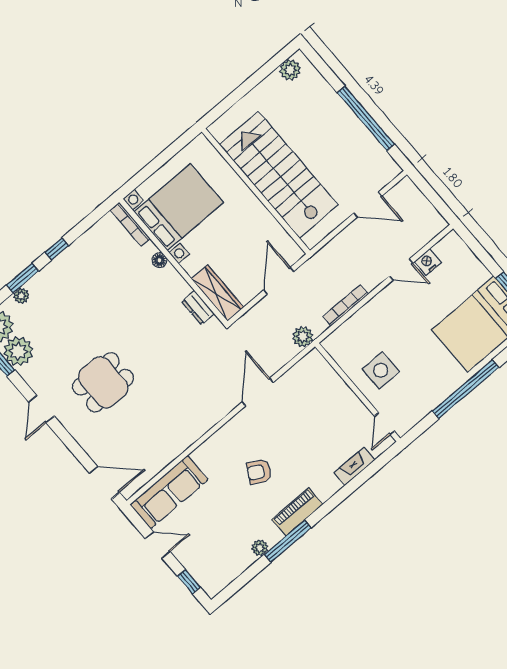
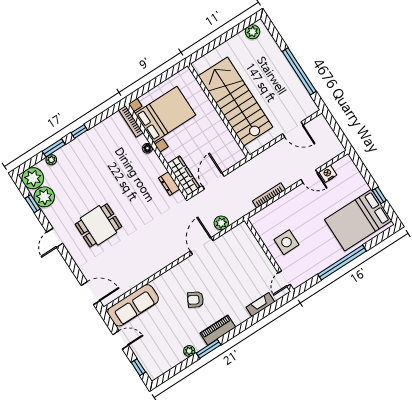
door: (279, 281) -> (213, 181), moved
plant: (303, 337) -> (221, 223), moved
window: (288, 541) -> (209, 349), width x0.69

